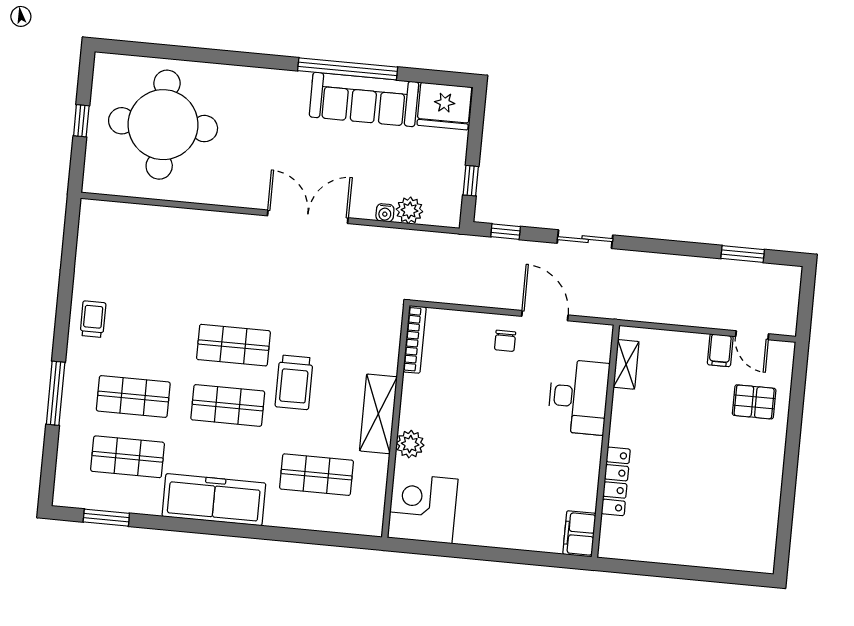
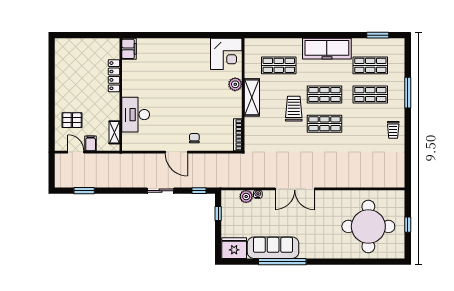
shelving: (626, 364) -> (114, 132), moved
desk: (578, 397) -> (136, 115), moved
wall: (605, 441) -> (121, 95), moved
locker: (616, 481) -> (114, 76), moved
filing cabinet: (579, 534) -> (129, 49), moved

